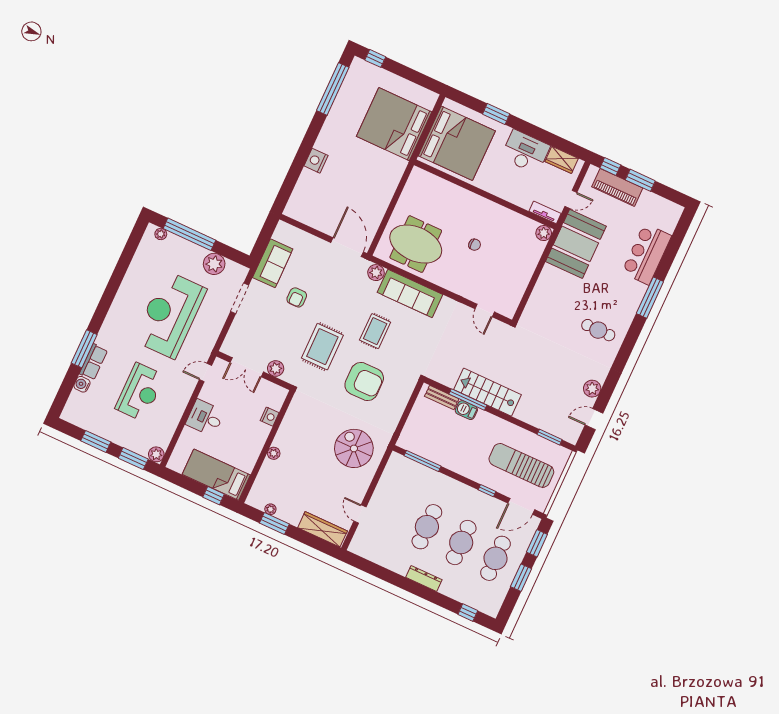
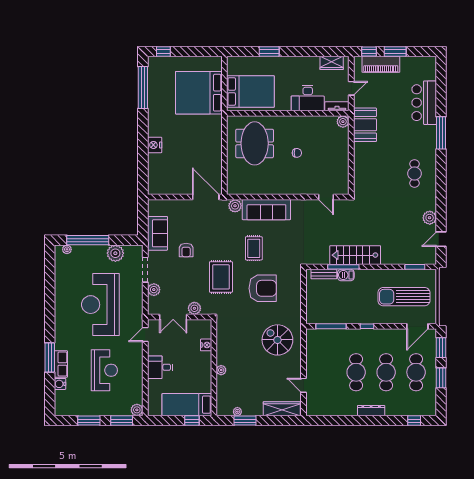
bed: (457, 143) -> (250, 91), width x0.73
desk: (525, 152) -> (308, 98), moved, turned 180
meeting table: (416, 244) -> (255, 143), moved, turned 90
booth: (576, 244) -> (365, 125), width x0.73, depth x0.70
plant: (239, 326) -> (154, 290), added
cafe table: (598, 330) -> (414, 174), turned 90
window: (487, 491) -> (367, 326), moved

